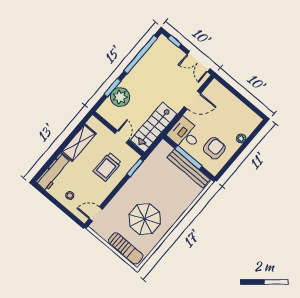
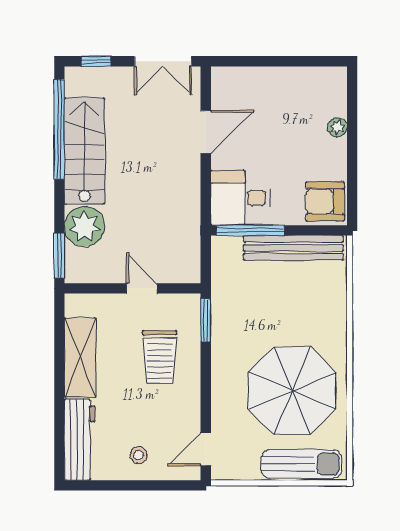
window: (113, 88) -> (59, 256), moved
stairs: (154, 127) -> (84, 151), moved, turned 180
armchair: (214, 148) -> (325, 201), moved, turned -90
window: (188, 157) -> (250, 230), moved
parasol: (145, 219) -> (292, 391), width x1.36, depth x1.36

